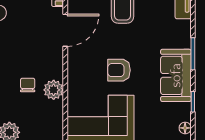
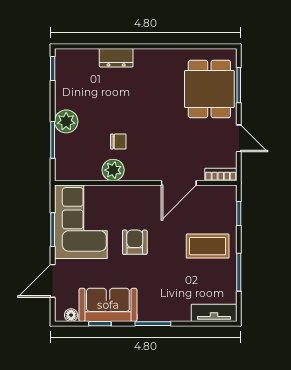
door: (65, 30) -> (179, 183), hinge flipped
sofa: (176, 75) -> (108, 305), moved

